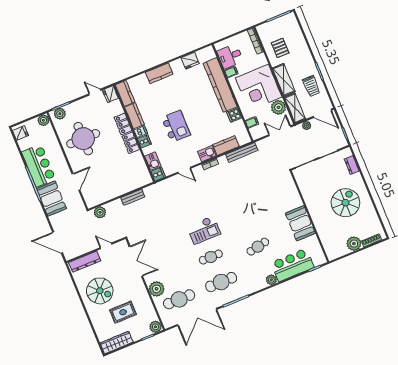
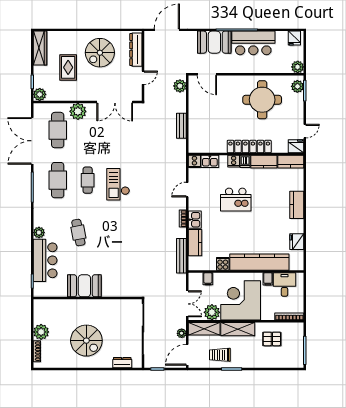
door: (76, 182) -> (207, 74), moved

